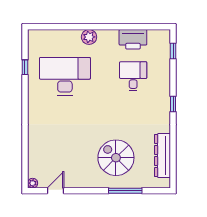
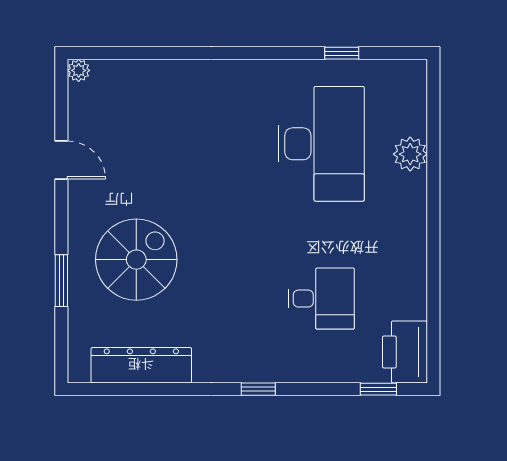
plant: (89, 37) -> (410, 154), moved
printer: (133, 39) -> (405, 352), moved
door: (55, 191) -> (61, 160), moved
window: (125, 191) -> (61, 281), width x0.69

